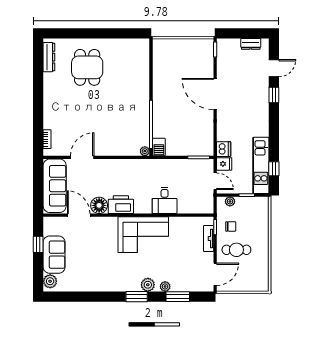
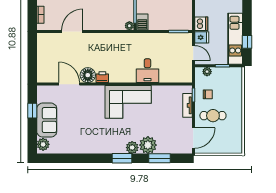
sofa: (55, 186) -> (47, 57), removed
printer: (121, 205) -> (102, 77), width x0.53, depth x0.68
plant: (165, 286) -> (148, 145), width x1.87, depth x1.87

